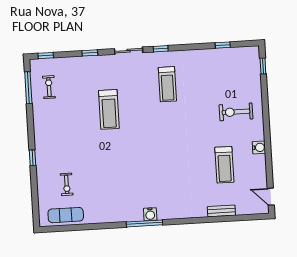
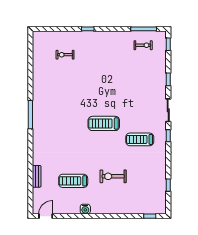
treadmill: (109, 109) -> (104, 123), moved
exercise bike: (236, 112) -> (113, 176), moved, turned -90
water cooler: (150, 214) -> (37, 120), removed
exercise mat: (66, 215) -> (41, 53), removed

